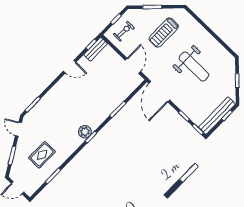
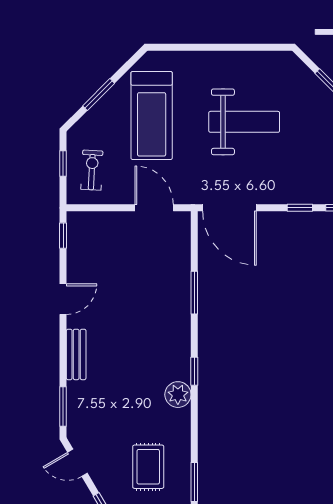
treadmill: (164, 33) -> (152, 115), width x1.37, depth x1.38
bench: (96, 49) -> (76, 354), moved
plant: (85, 132) -> (178, 395), moved

